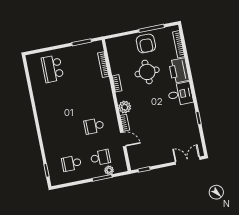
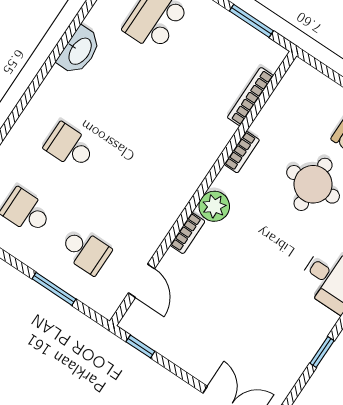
washbasin: (40, 101) -> (79, 51), added
school desk: (94, 126) -> (70, 146), moved
door: (123, 139) -> (142, 281), moved
plant: (109, 170) -> (79, 288), removed

